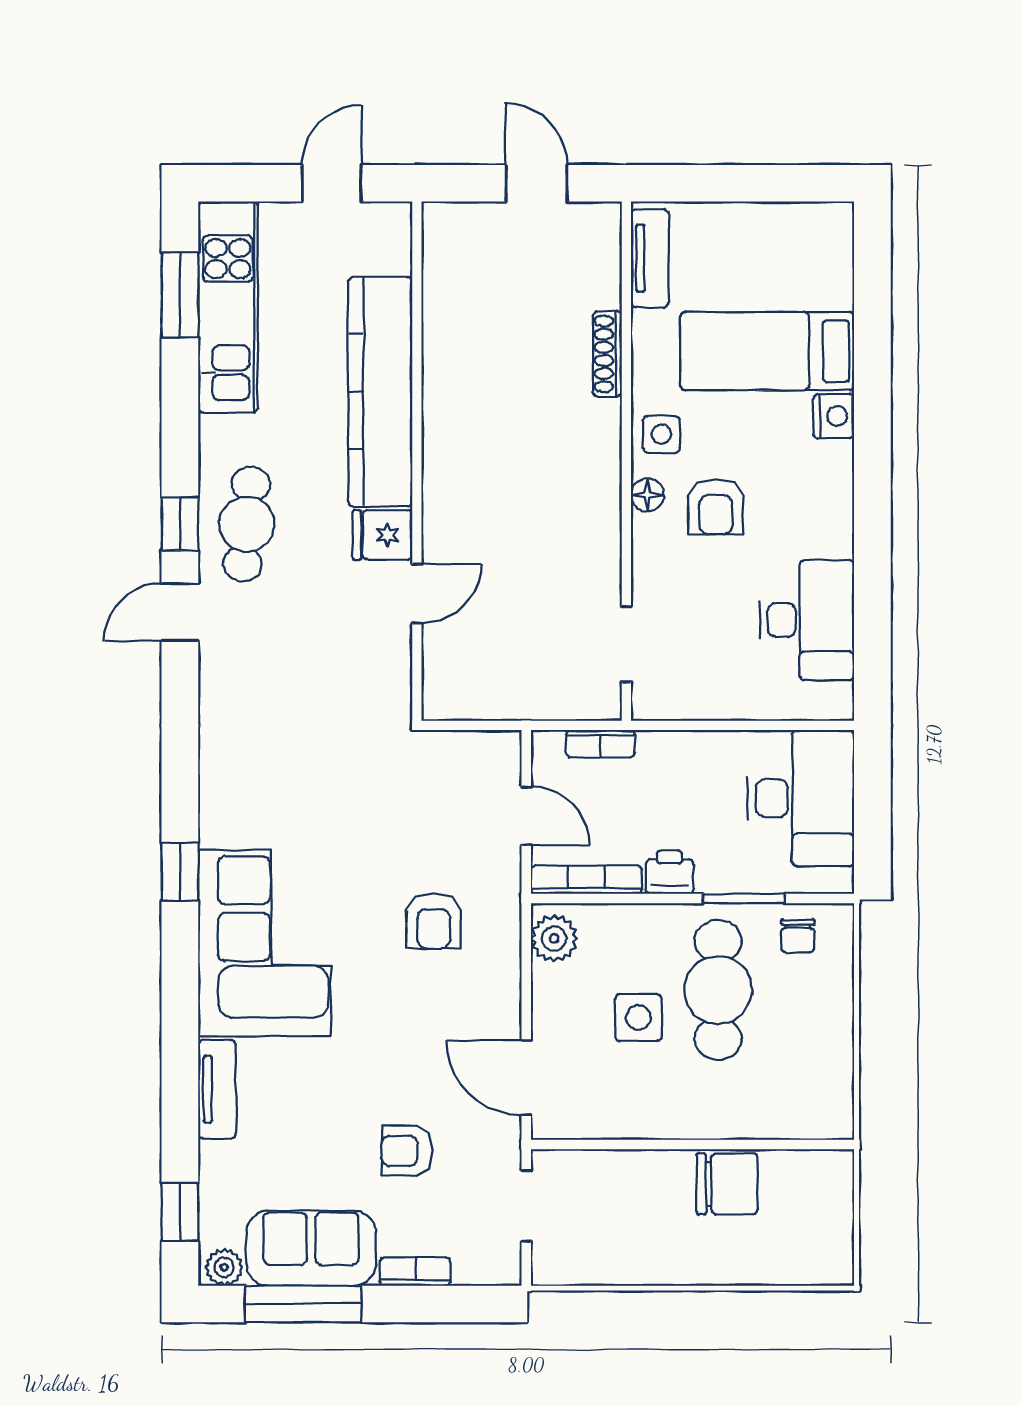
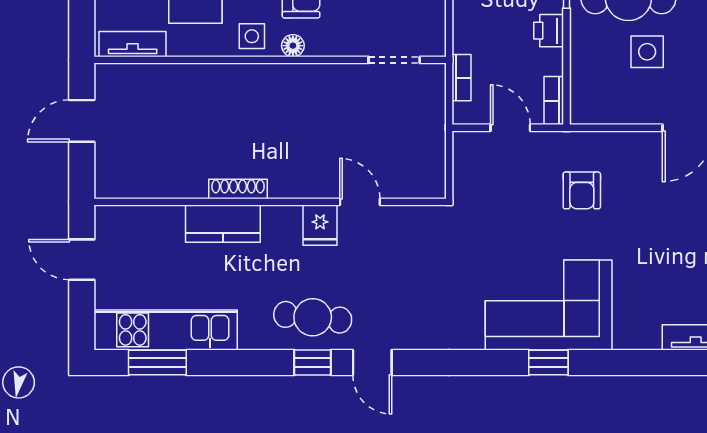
shoe rack: (607, 354) -> (238, 189), moved, turned 180
kitchen counter: (380, 392) -> (223, 224), width x0.48, depth x0.86
door: (526, 816) -> (510, 128), hinge flipped
bookcase: (586, 880) -> (554, 101), width x0.64
armchair: (434, 921) -> (582, 190), turned 90
plant: (554, 939) -> (594, 109), removed
corner sofa: (265, 943) -> (549, 305), moved

